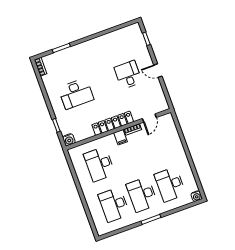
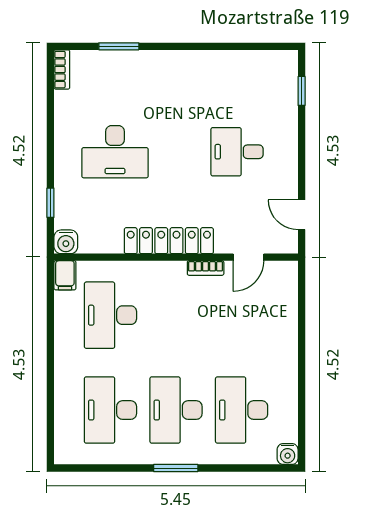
door: (158, 71) -> (302, 215), moved
desk: (128, 75) -> (237, 152), turned -90
filing cabinet: (120, 137) -> (65, 275), moved

